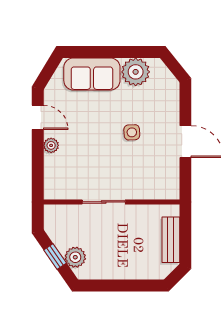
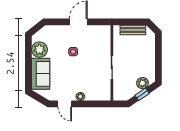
door: (38, 117) -> (65, 104), swing flipped

